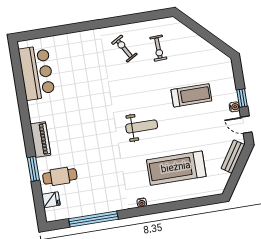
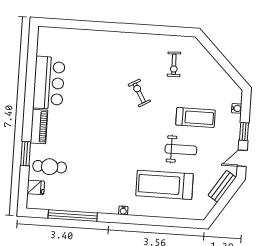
exercise bike: (124, 49) -> (139, 93), moved
bar counter: (37, 73) -> (49, 83), moved
water cooler: (234, 107) -> (237, 108), moved
door: (246, 125) -> (242, 158), hinge flipped
weight bench: (142, 126) -> (181, 150), moved

